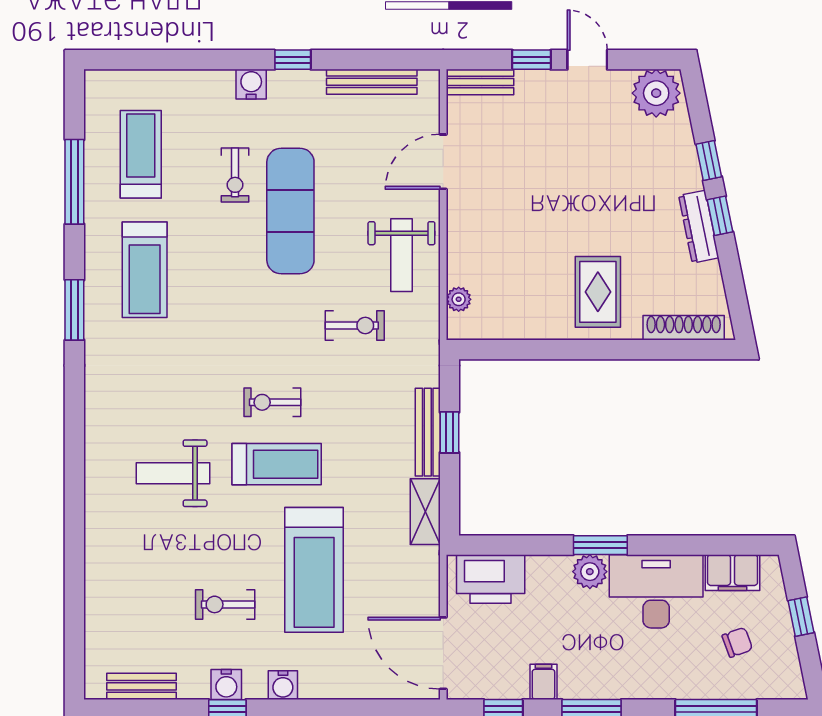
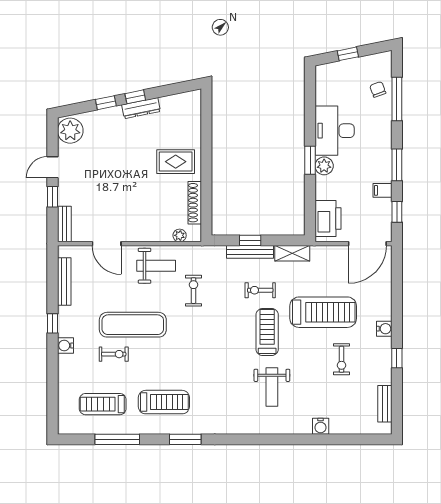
shoe rack: (684, 328) -> (195, 203), moved
exercise bike: (272, 402) -> (260, 290), moved, turned 90
filing cabinet: (733, 573) -> (325, 90), removed
chair: (737, 642) -> (378, 89), moved
water cooler: (226, 684) -> (321, 426), moved, turned 90

